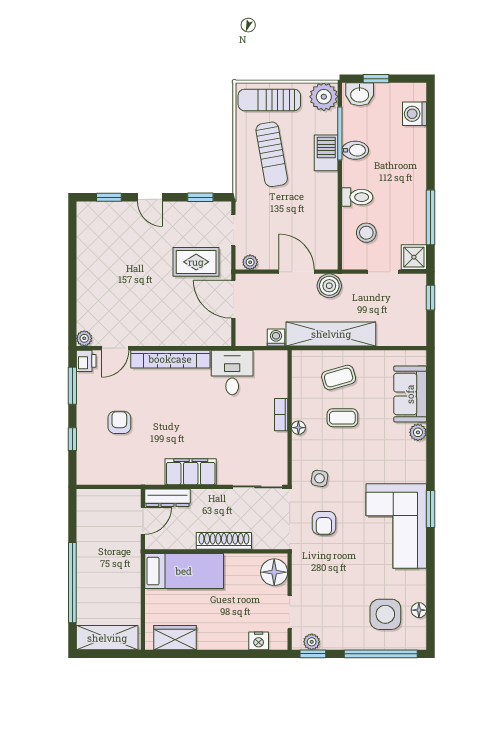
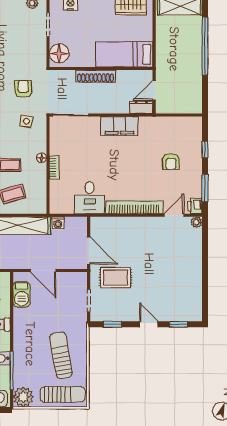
barbecue: (326, 153) -> (22, 294), moved
plant: (250, 262) -> (77, 277), removed
boiler: (329, 286) -> (19, 260), removed
dresser: (167, 498) -> (141, 107), width x0.70

